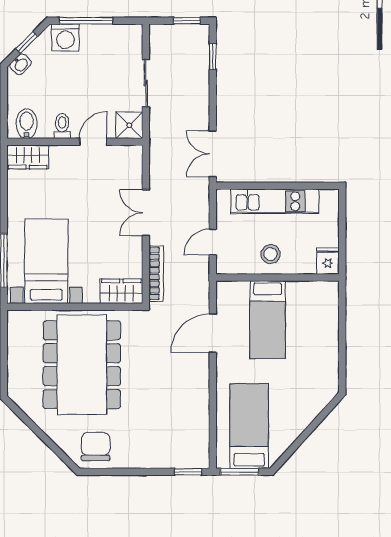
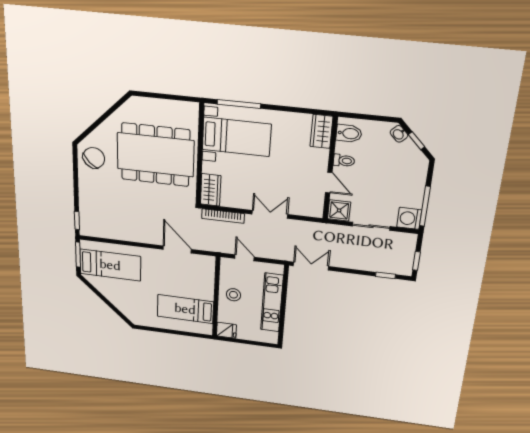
window: (86, 21) -> (425, 206), moved
washing machine: (65, 38) -> (409, 218), moved
bed: (268, 320) -> (185, 309), moved
chair: (96, 447) -> (94, 158), turned -45

